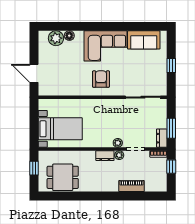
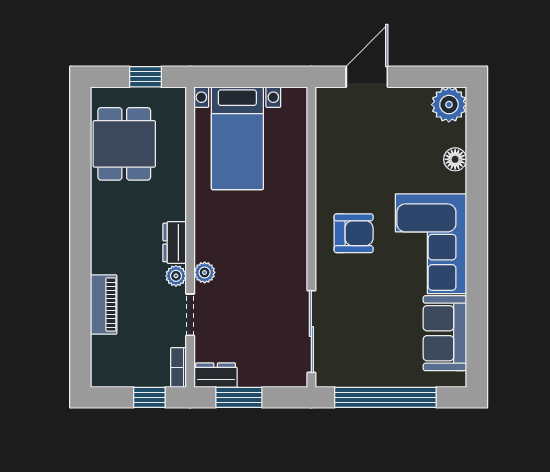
plant: (56, 38) -> (449, 105), moved
window: (171, 65) -> (385, 397), width x3.17

